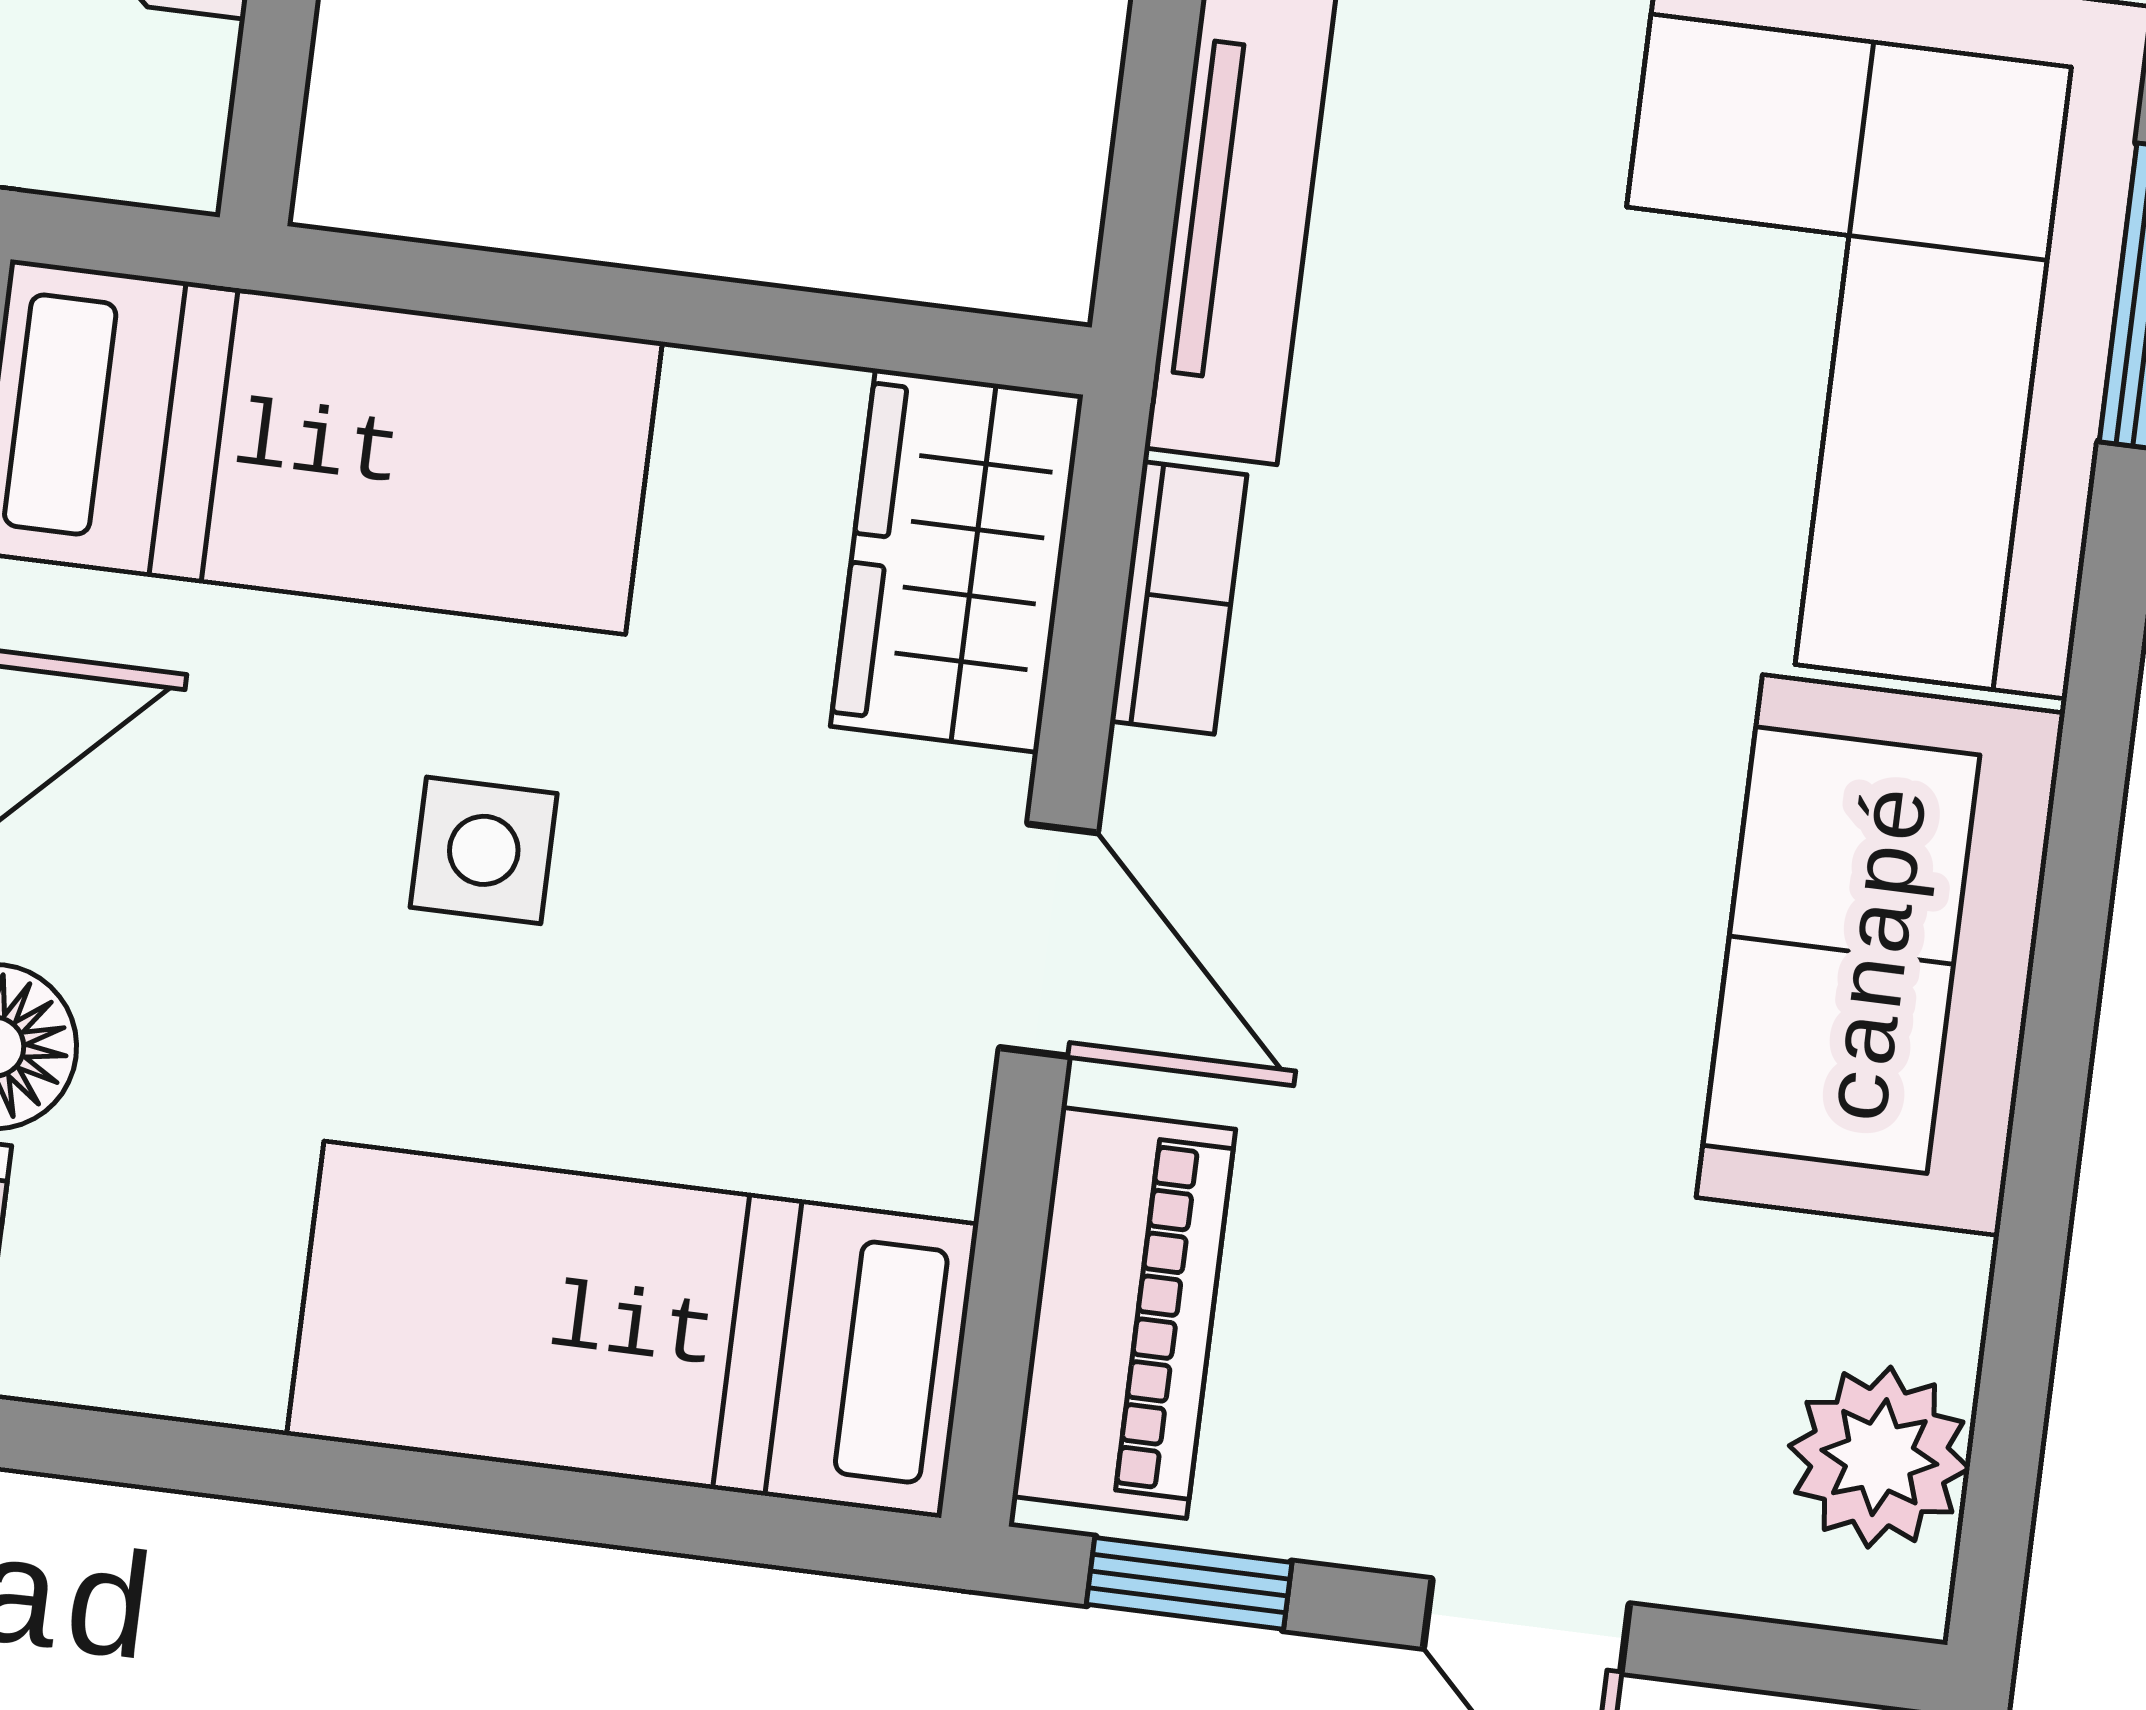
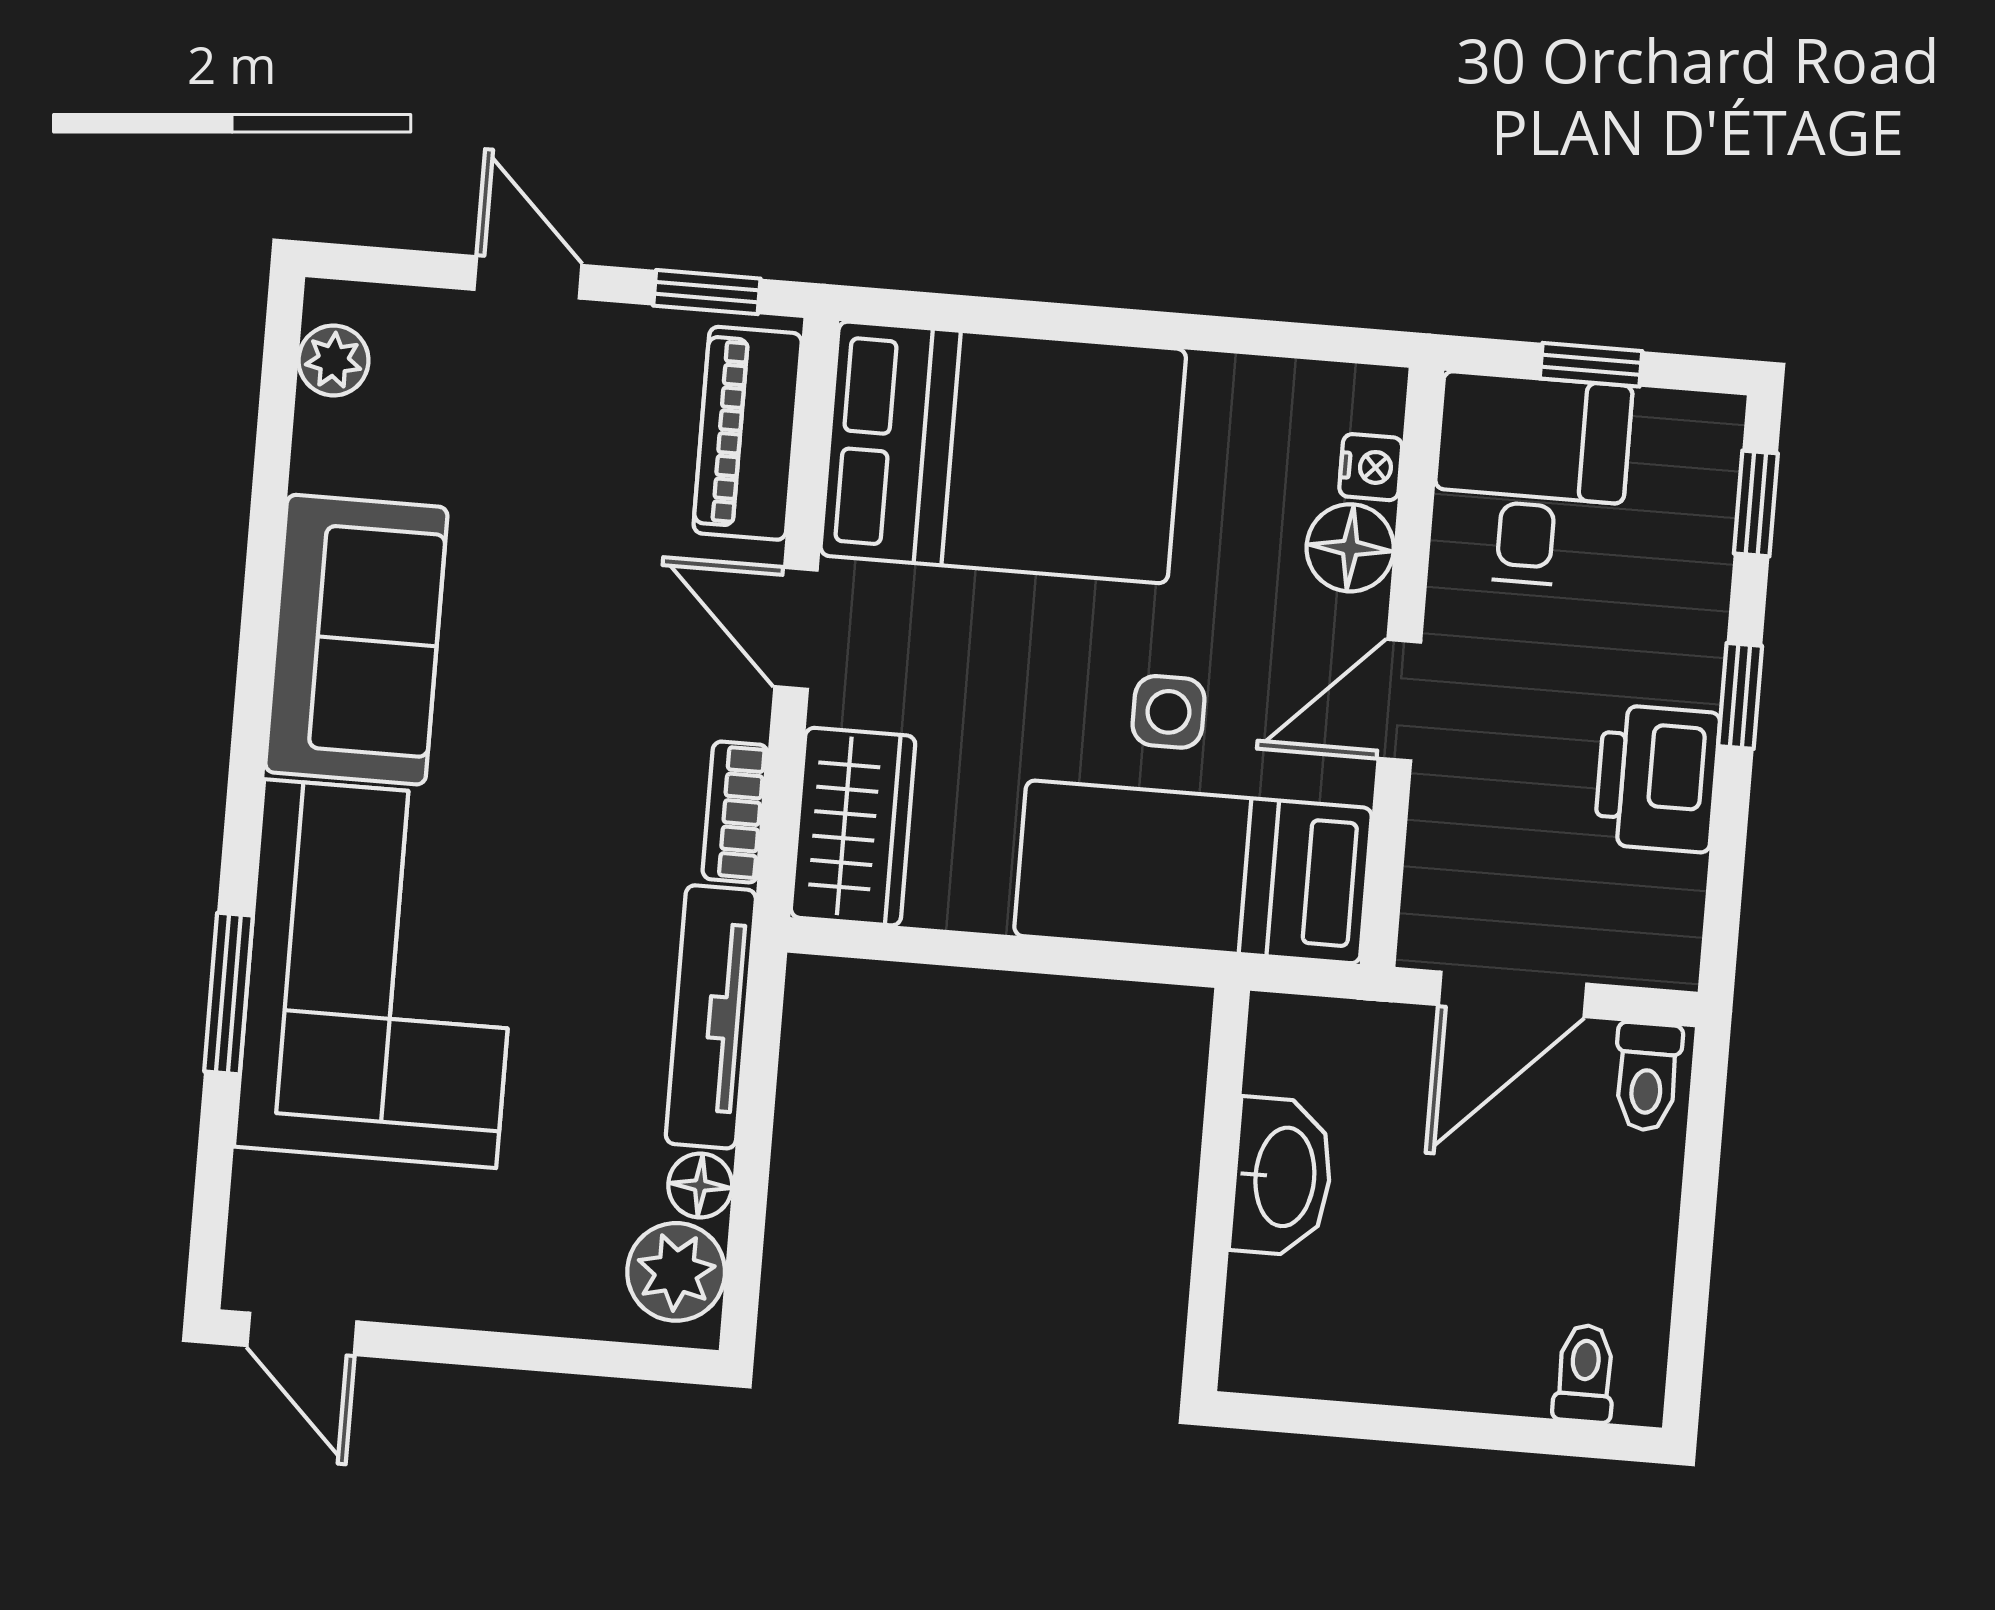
side table: (484, 850) -> (1169, 712), moved
bed: (633, 1329) -> (1003, 452), width x1.50
plant: (1879, 1457) -> (333, 360), width x0.73, depth x0.73

